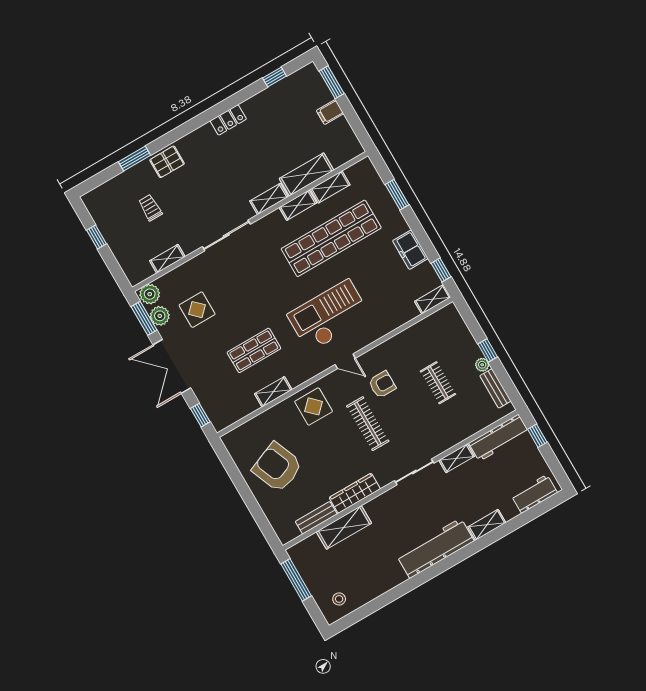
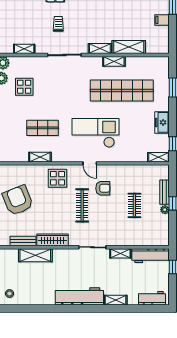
shelving: (330, 187) -> (138, 62), removed
trolley: (150, 208) -> (58, 24), moved
bench: (495, 388) -> (164, 192), moved

